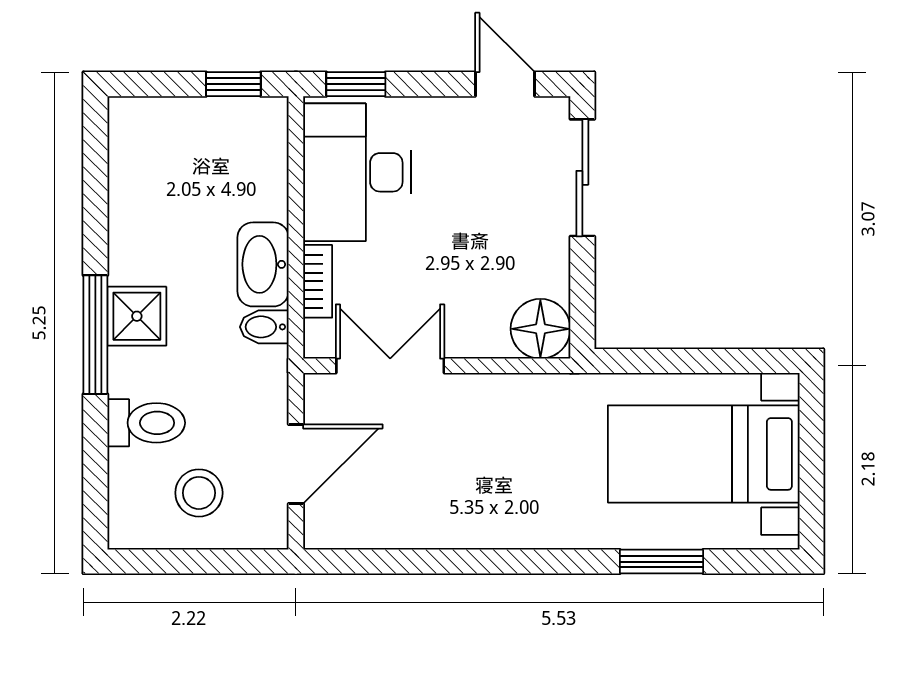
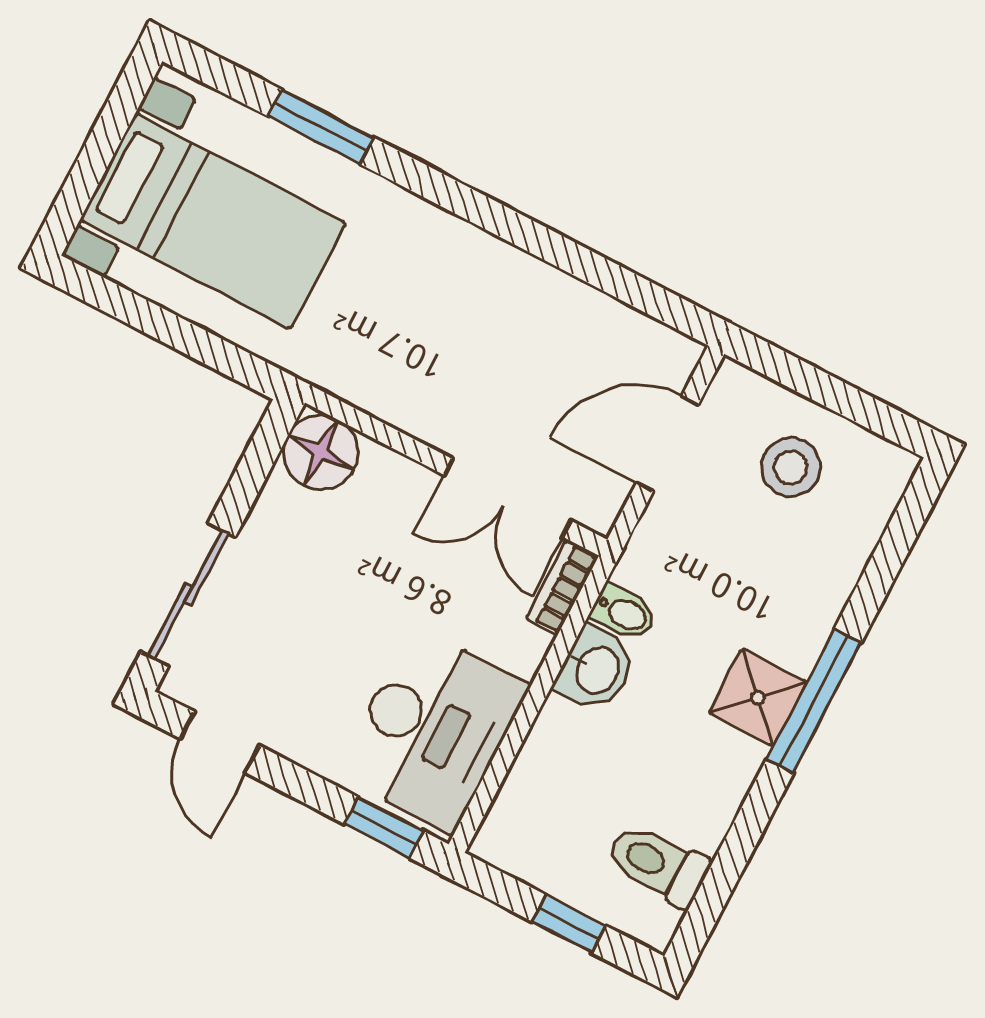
window: (233, 84) -> (569, 924), moved
washbasin: (263, 264) -> (596, 669), width x0.72
bookcase: (318, 281) -> (562, 587), moved
toilet: (146, 423) -> (658, 864), moved

